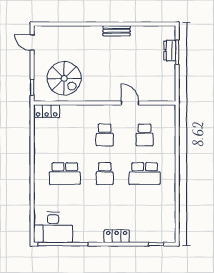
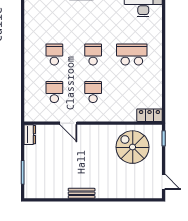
dresser: (170, 51) -> (30, 135), moved
school desk: (145, 174) -> (54, 54), width x0.54

